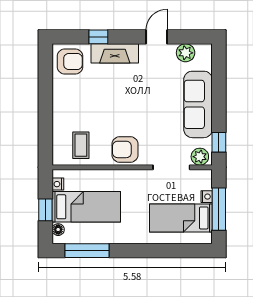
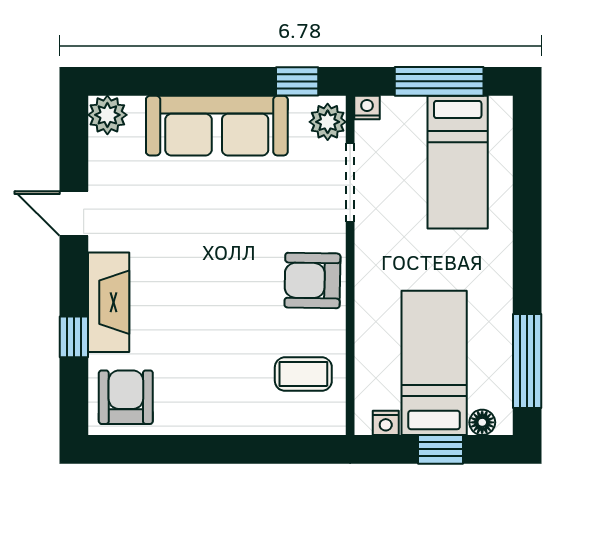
plant: (186, 53) -> (107, 115), moved
armchair: (125, 149) -> (312, 281), turned 91
nightstand: (207, 197) -> (367, 107), moved

